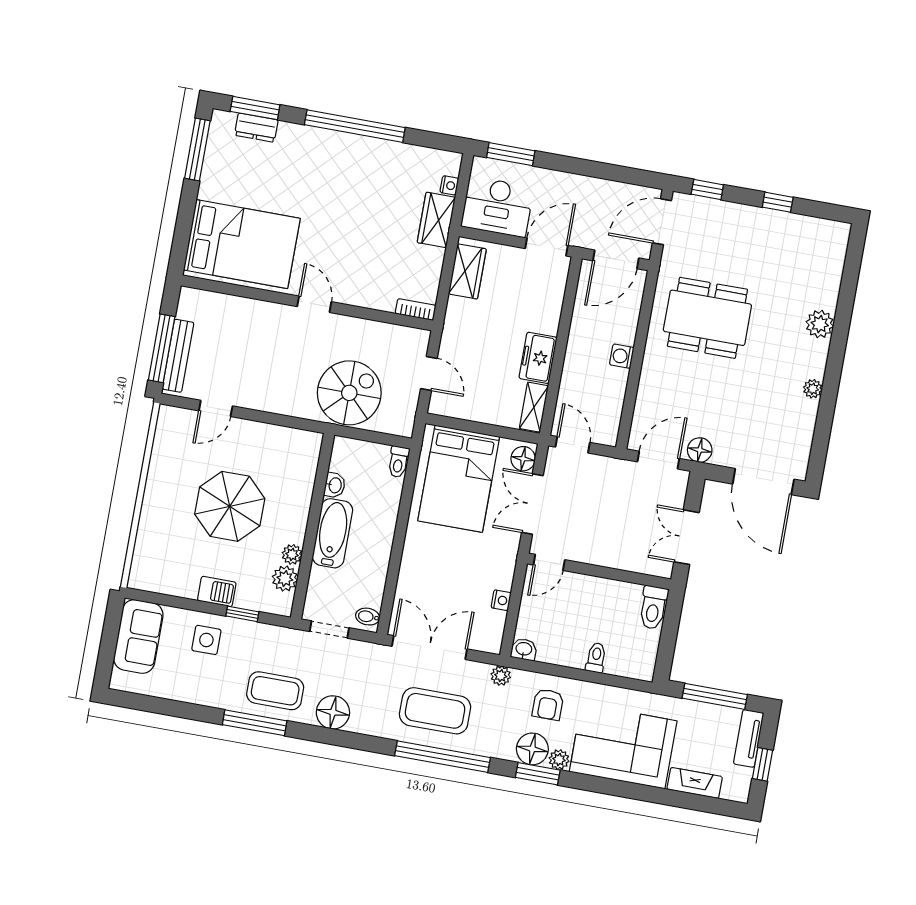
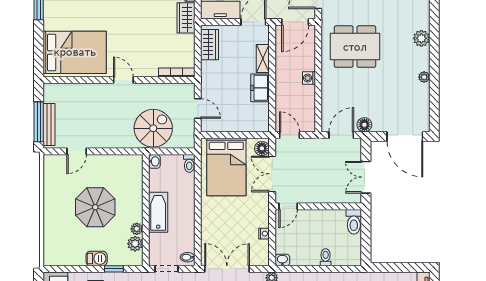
bookcase: (416, 309) -> (177, 72), width x1.56
shelving: (534, 407) -> (263, 59), moved
washbasin: (335, 485) -> (154, 161), moved
window: (715, 696) -> (399, 267), removed

